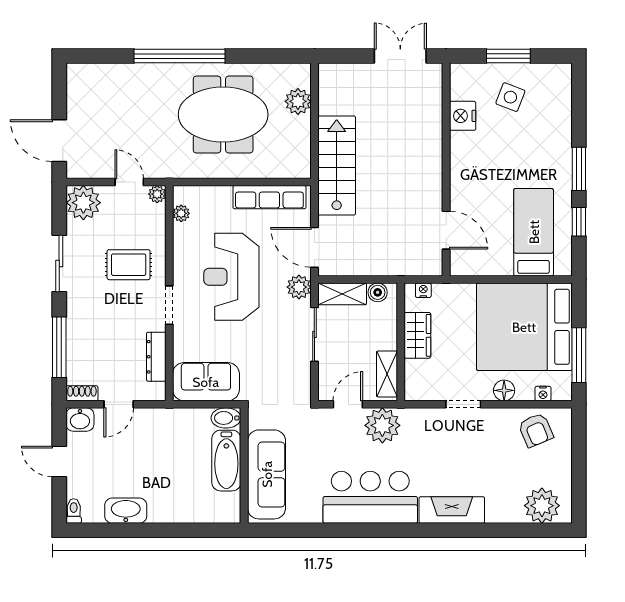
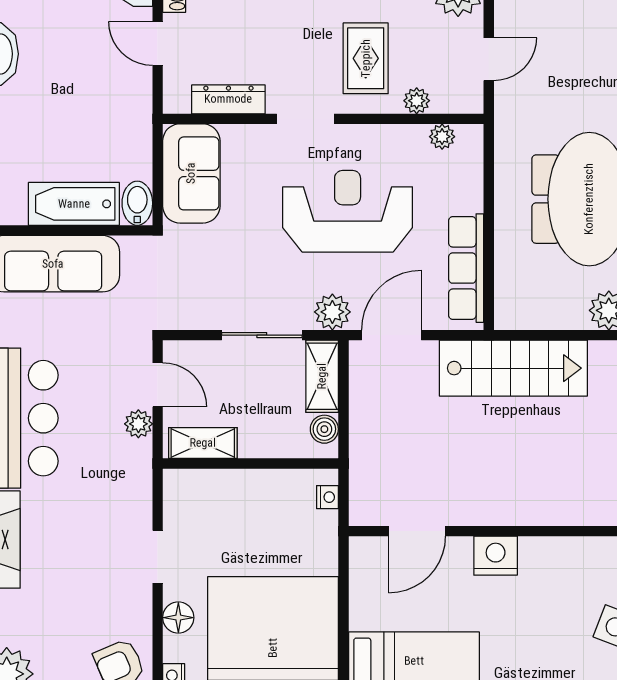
nightstand: (463, 116) -> (496, 556), moved
plant: (157, 194) -> (417, 101), moved
wardrobe: (417, 335) -> (260, 488), removed
plant: (382, 425) -> (138, 424), width x0.53, depth x0.53

